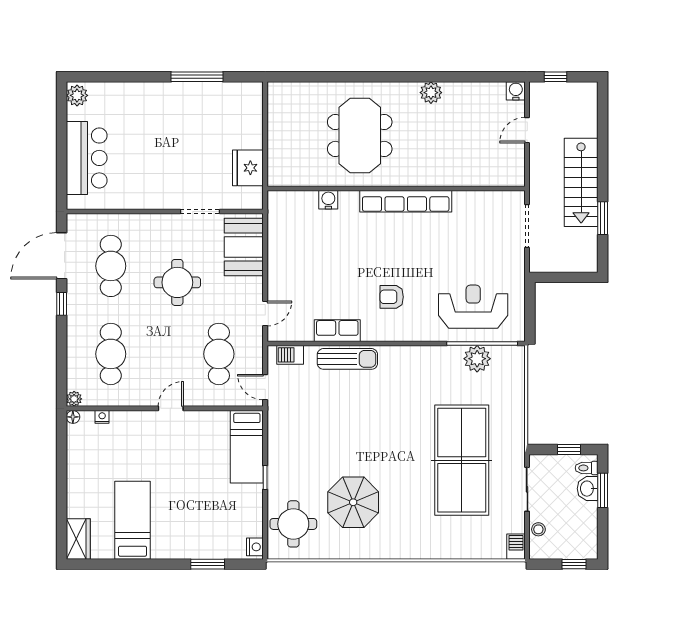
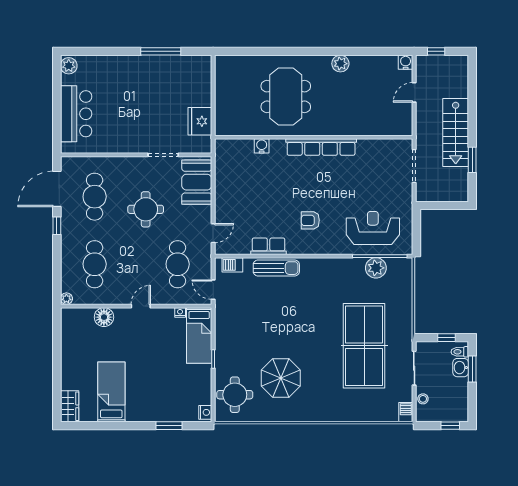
floor lamp: (73, 417) -> (104, 317), moved, width x1.89, depth x1.89
nightstand: (102, 417) -> (180, 312), moved

